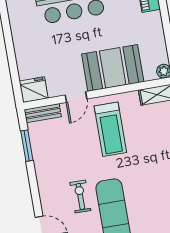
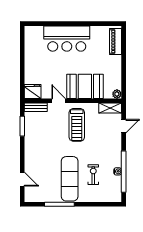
door: (76, 97) -> (59, 101), swing flipped
exercise bike: (80, 196) -> (93, 175), moved

